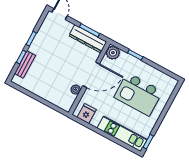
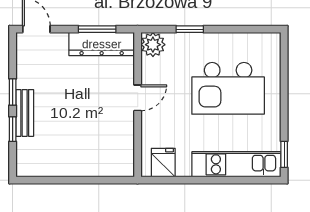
bench: (25, 64) -> (25, 113), moved
door: (91, 75) -> (138, 98), width x0.53
plant: (76, 90) -> (126, 134), removed

